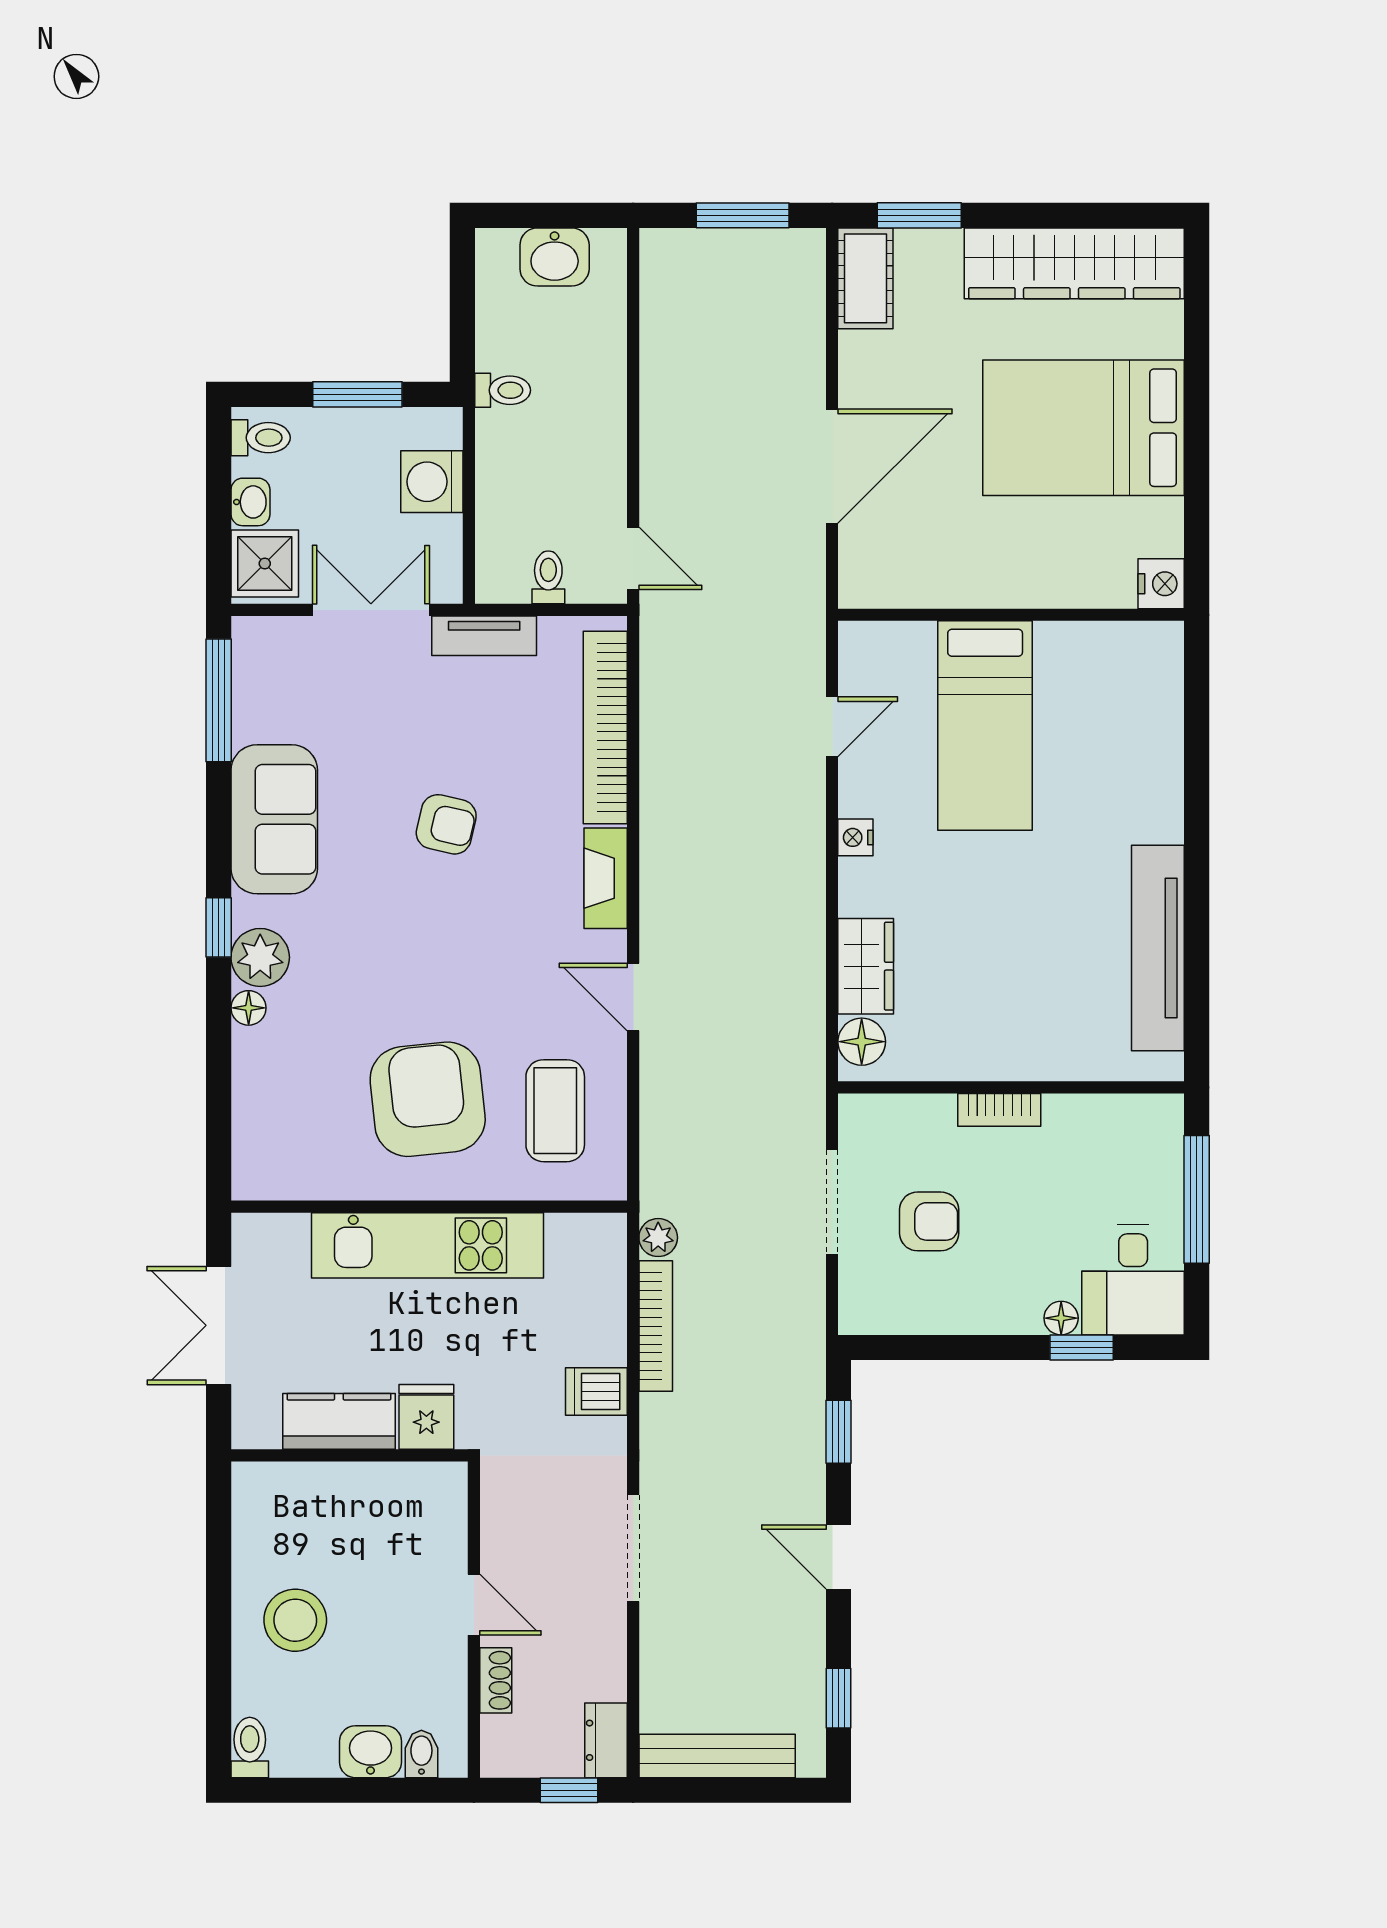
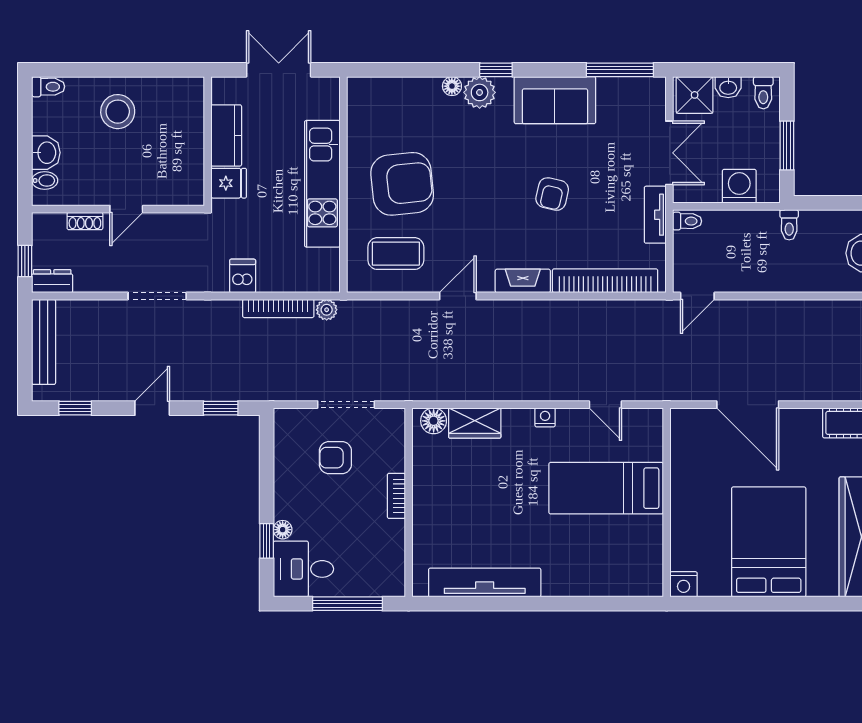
toilet: (548, 577) -> (687, 221), moved
armchair: (929, 1221) -> (335, 458), turned 90

